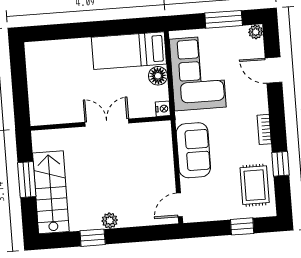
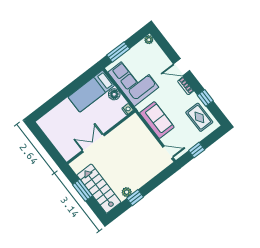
window: (224, 19) -> (118, 52), moved
door: (273, 70) -> (182, 67), moved
double door: (107, 123) -> (93, 143), moved
door: (179, 205) -> (168, 152), swing flipped
plant: (110, 221) -> (127, 192), moved
window: (242, 226) -> (197, 150), moved

